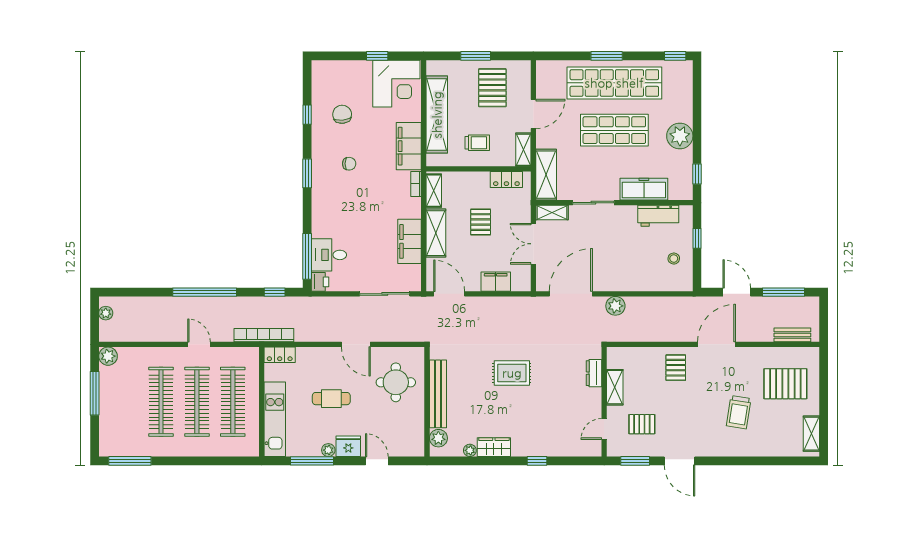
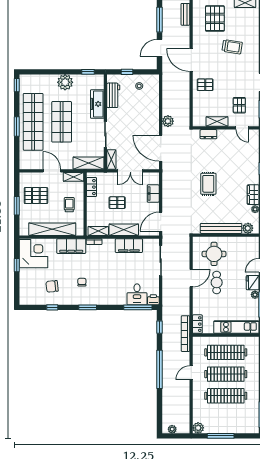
cafe table: (331, 399) -> (217, 282), moved

